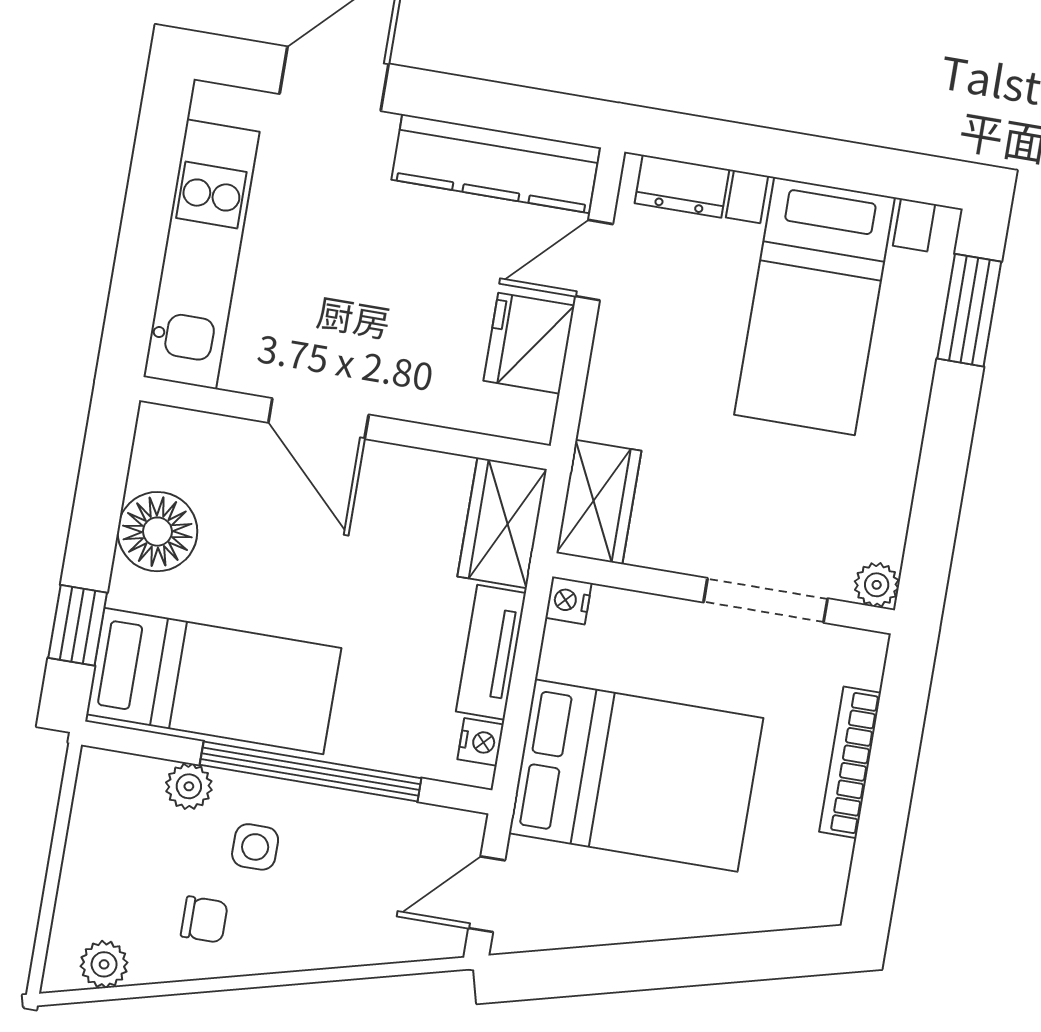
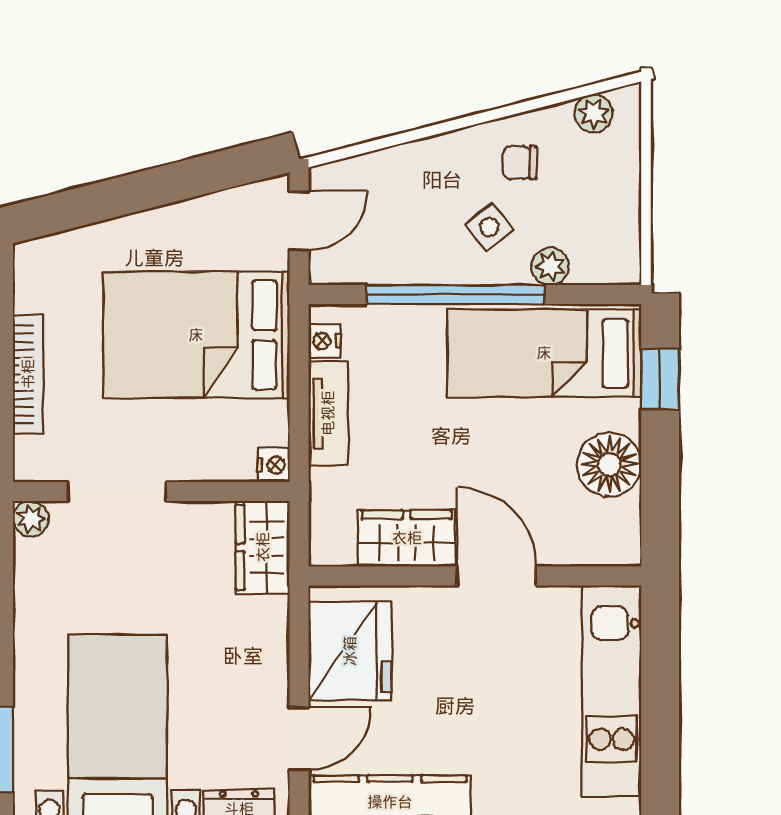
fridge: (529, 343) -> (350, 651), width x1.36, depth x1.34
wardrobe: (502, 523) -> (407, 538), moved, turned -90
side table: (255, 847) -> (489, 227), turned -38

